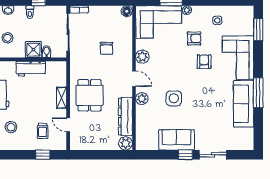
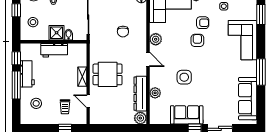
armchair: (204, 62) -> (197, 40), moved
dining table: (90, 95) -> (108, 74), turned 90
plant: (142, 99) -> (155, 93), moved
sofa: (244, 104) -> (248, 99), moved

